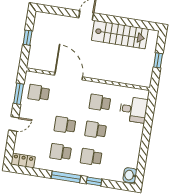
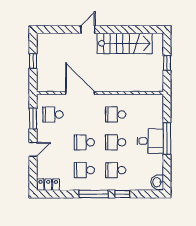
desk: (133, 110) -> (150, 141), moved
window: (146, 134) -> (167, 139), added

